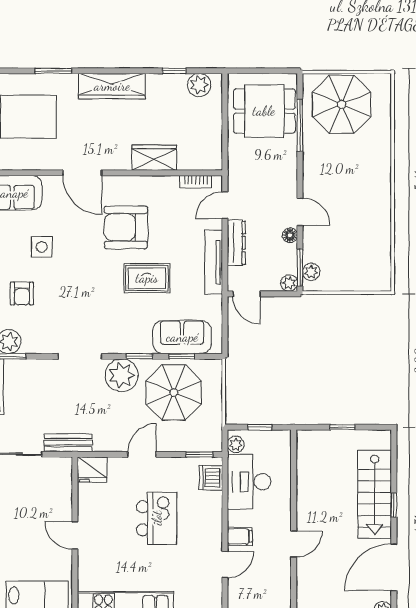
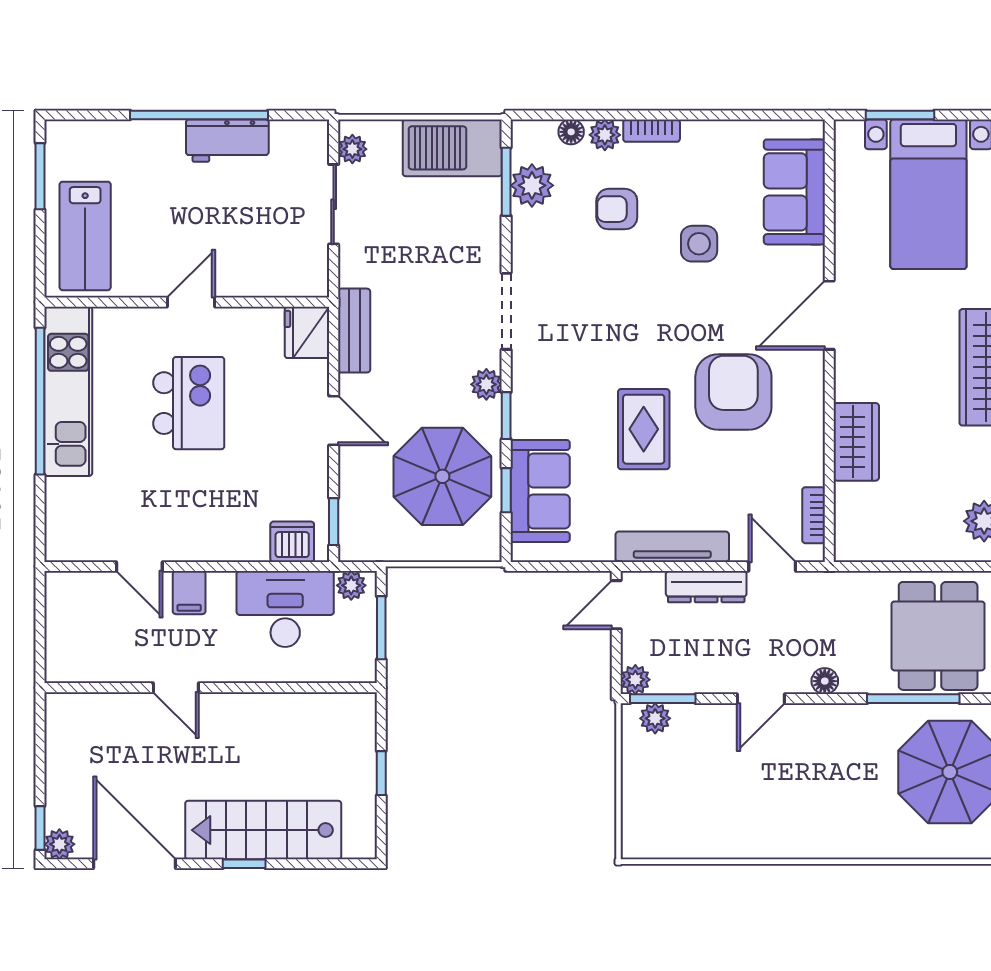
floor lamp: (290, 235) -> (825, 681), moved
plant: (122, 375) -> (486, 384), width x0.53, depth x0.53
window: (260, 427) -> (381, 628), width x1.50
bench: (68, 443) -> (354, 331), moved
kitchen island: (157, 518) -> (189, 403), moved, turned -90

